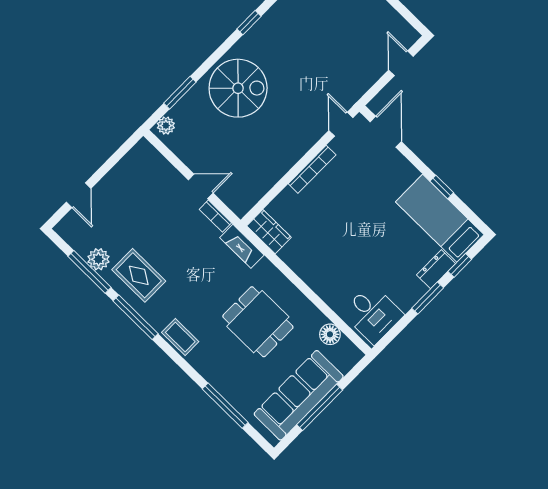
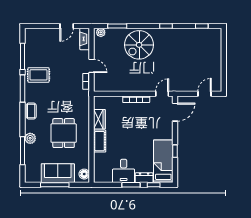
spiral stairs: (238, 88) -> (139, 45), turned 90
door: (79, 195) -> (67, 26), moved
wardrobe: (269, 232) -> (99, 119), moved
fireplace: (242, 246) -> (85, 39), moved
plant: (98, 259) -> (30, 138), moved
rug: (139, 275) -> (39, 75), turned 90
cot: (320, 281) -> (100, 141), added
desk: (373, 314) -> (124, 171), moved
floor lamp: (330, 334) -> (84, 174), moved
sofa: (299, 395) -> (58, 173), width x0.73

